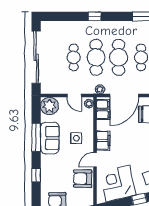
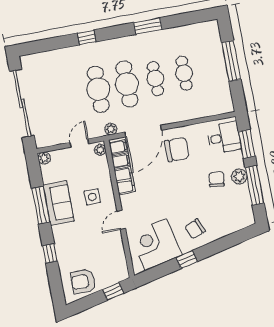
cafe table: (74, 57) -> (70, 95), removed
door: (74, 96) -> (79, 143), swing flipped
plant: (49, 106) -> (44, 158), width x0.53, depth x0.53
filing cabinet: (103, 141) -> (125, 181), moved
armchair: (83, 179) -> (110, 247), removed

